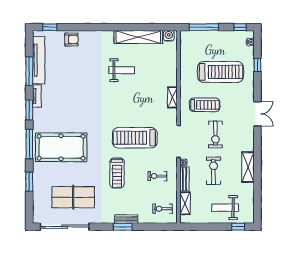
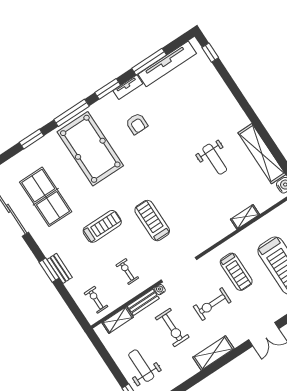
armchair: (71, 39) -> (137, 124), moved
shelving: (172, 97) -> (245, 217), moved
treadmill: (135, 138) -> (152, 221), width x0.73, depth x0.73
shelving: (248, 167) -> (213, 353), moved
exercise bike: (213, 171) -> (172, 328), turned 90
treadmill: (117, 173) -> (102, 226), turned 180

